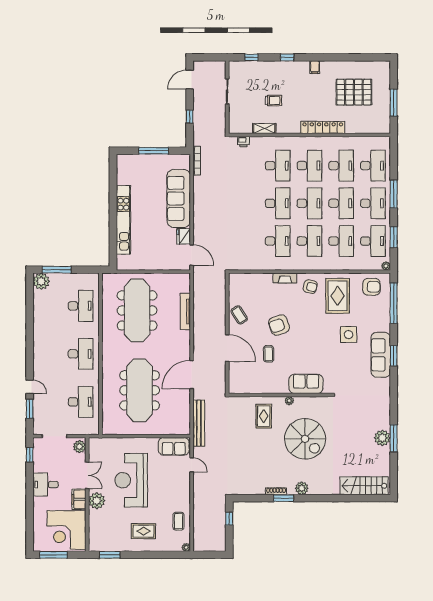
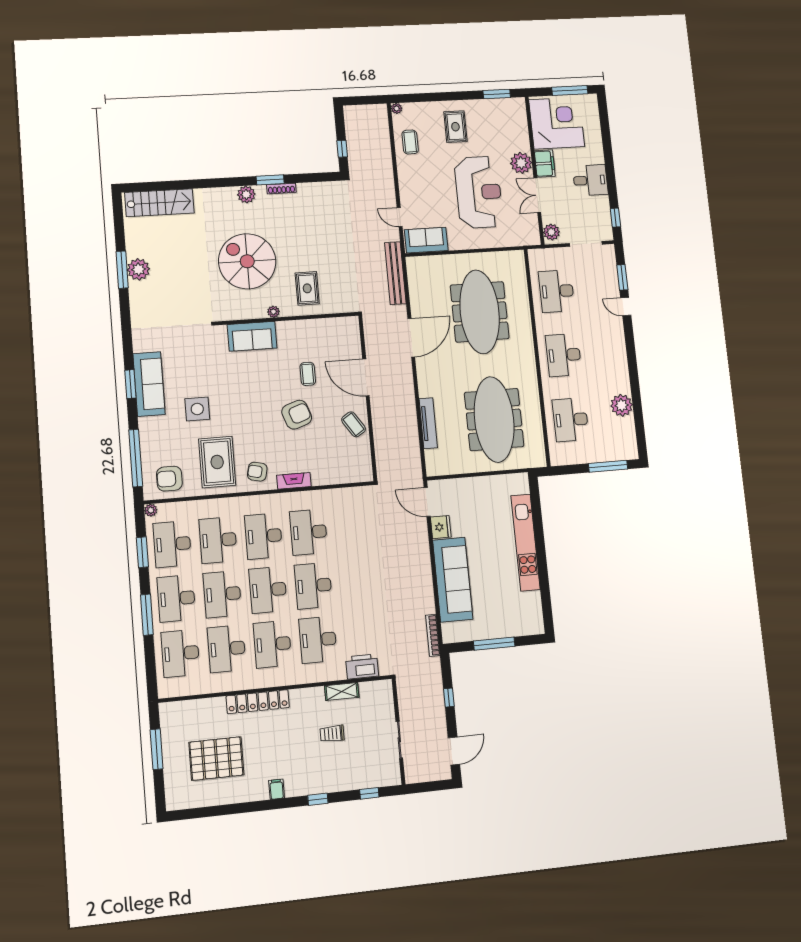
printer: (243, 142) -> (362, 667), width x1.87, depth x1.48
plant: (41, 281) -> (622, 405), moved
rug: (143, 531) -> (455, 127), turned 90

